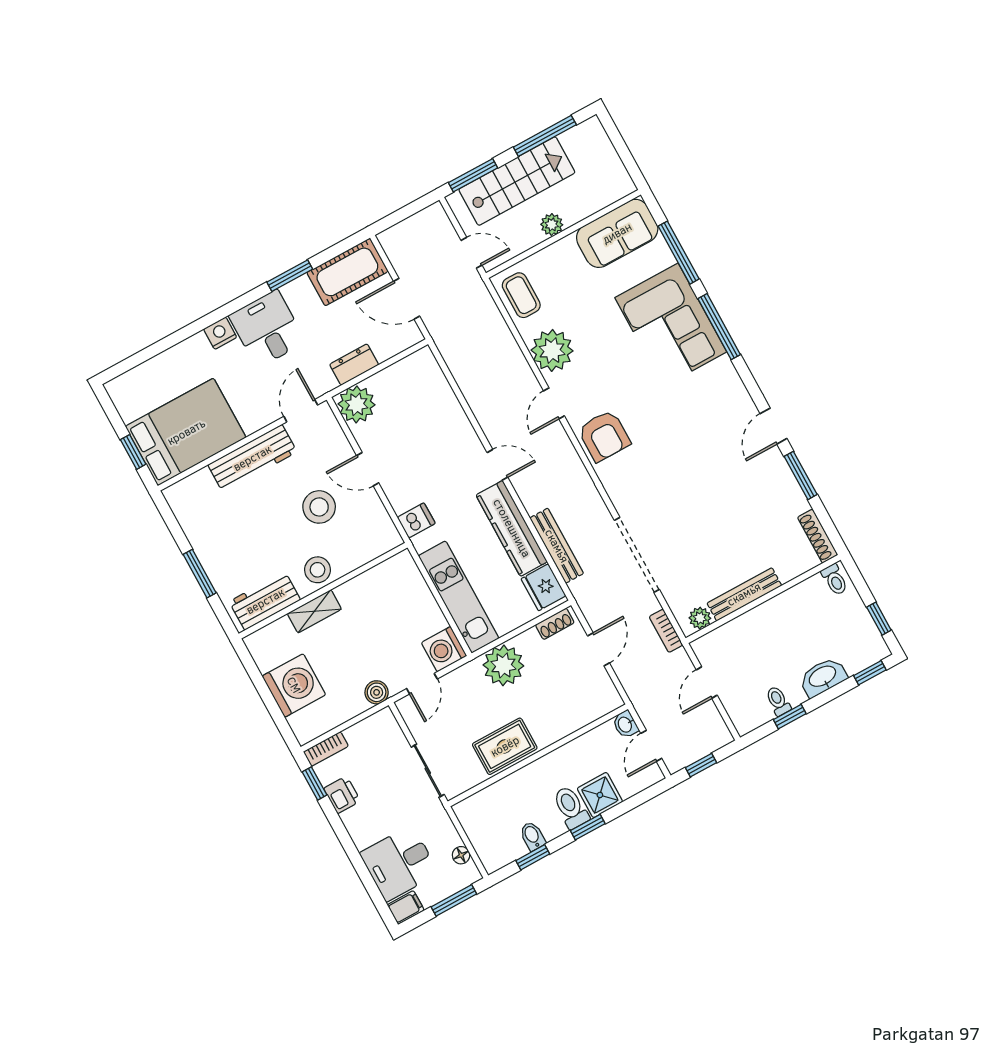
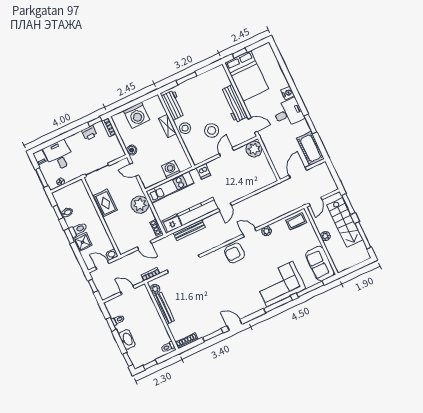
plant: (552, 350) -> (266, 231), width x0.53, depth x0.53
dresser: (354, 365) -> (271, 149), removed
washing machine: (444, 649) -> (171, 169), moved

